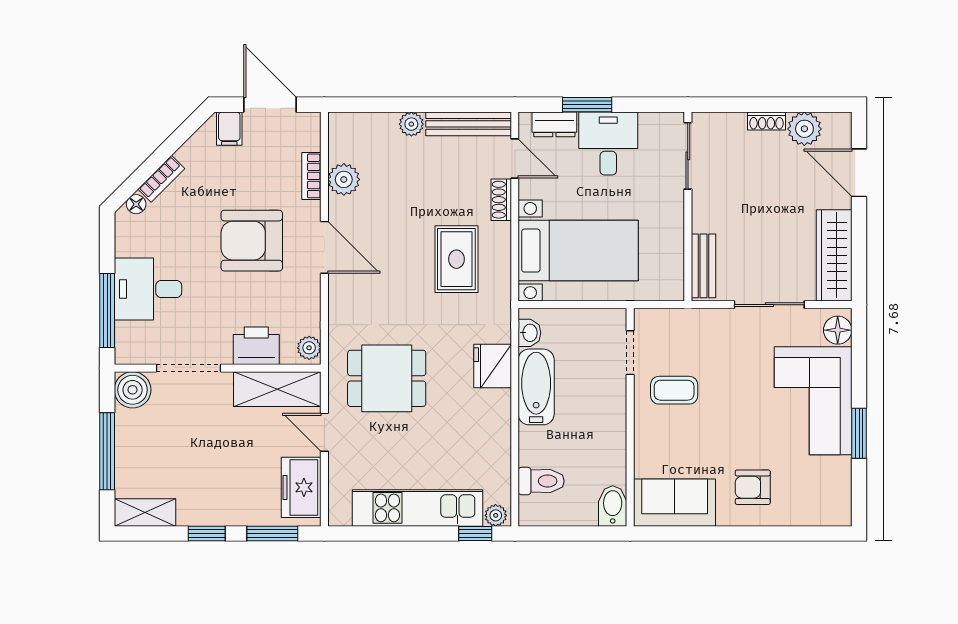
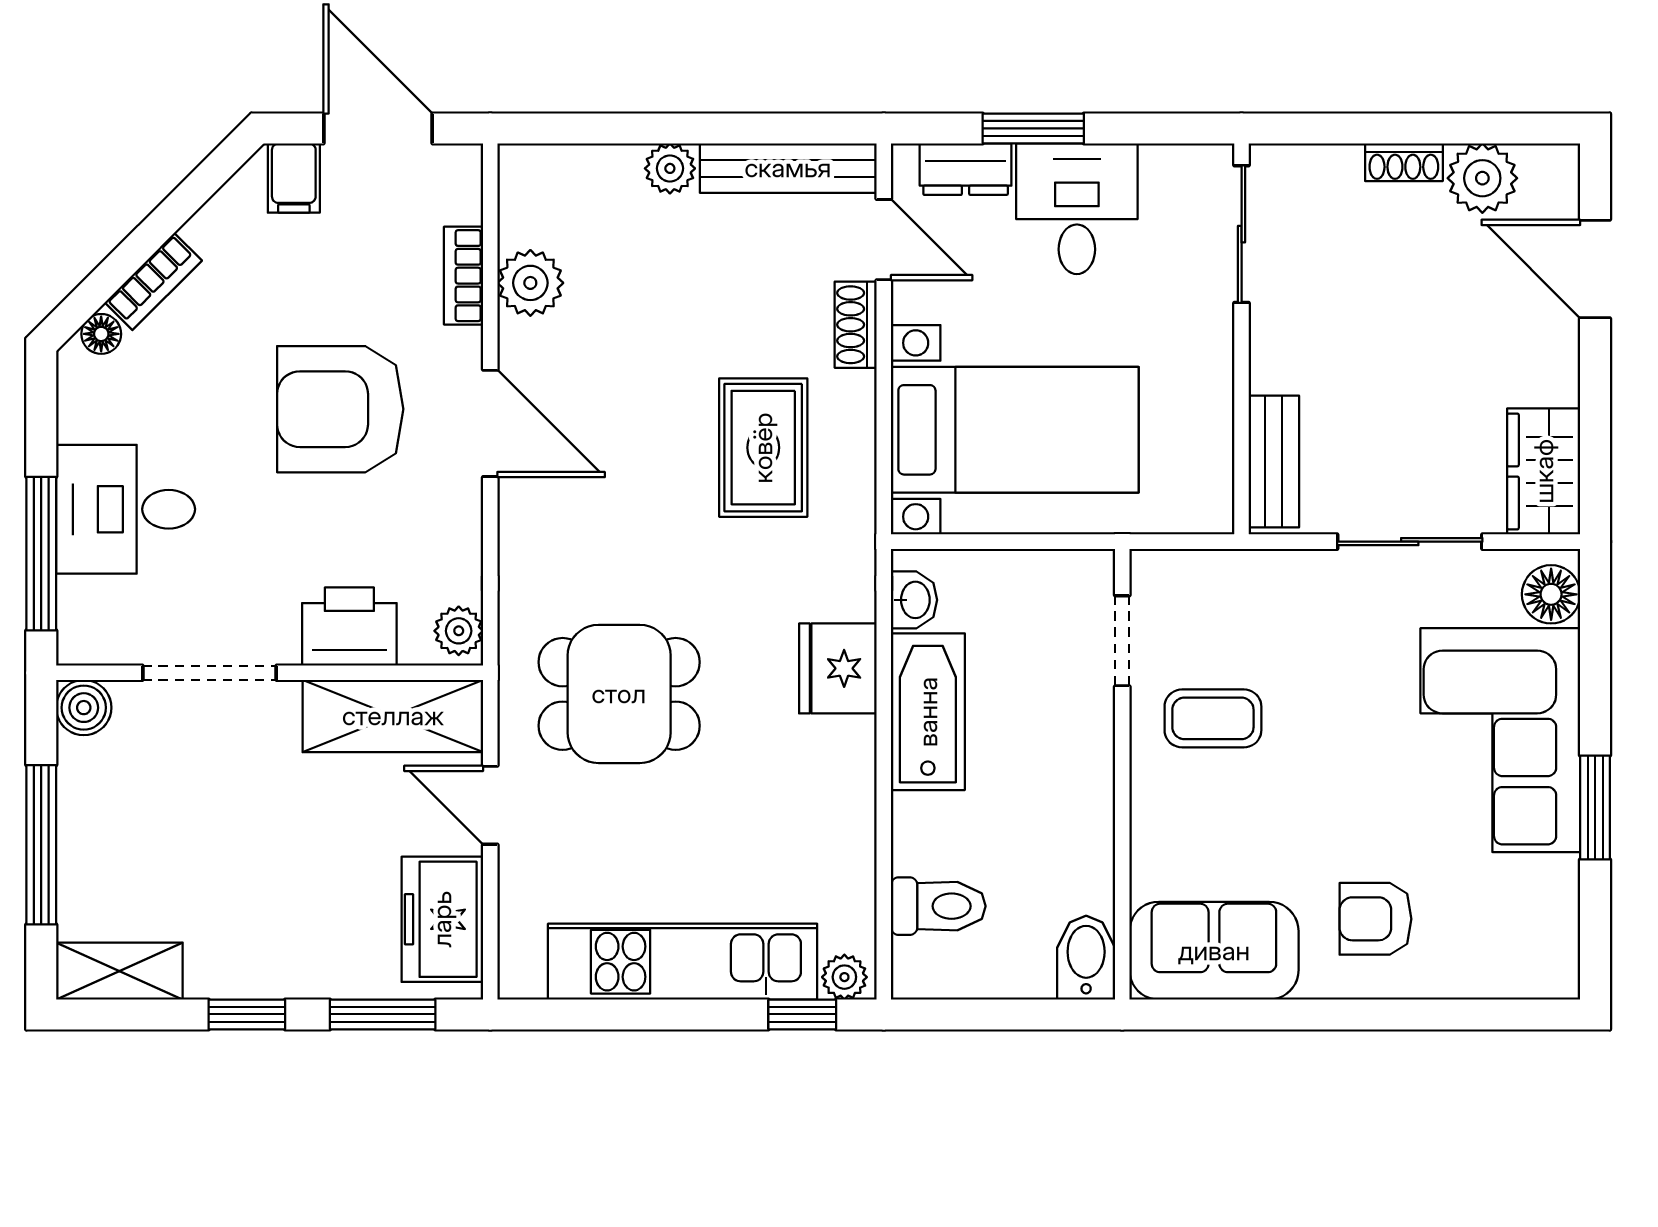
wardrobe: (834, 255) -> (1544, 471), width x0.67
boiler: (133, 390) -> (84, 708), width x0.73, depth x0.73

